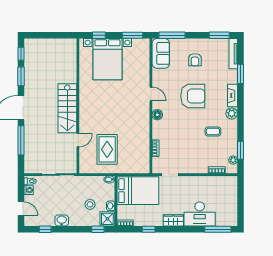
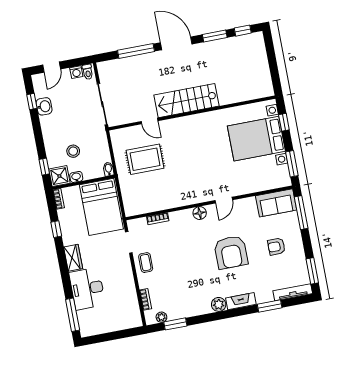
coffee table: (213, 132) -> (146, 263), moved
washbasin: (62, 220) -> (44, 106), moved

